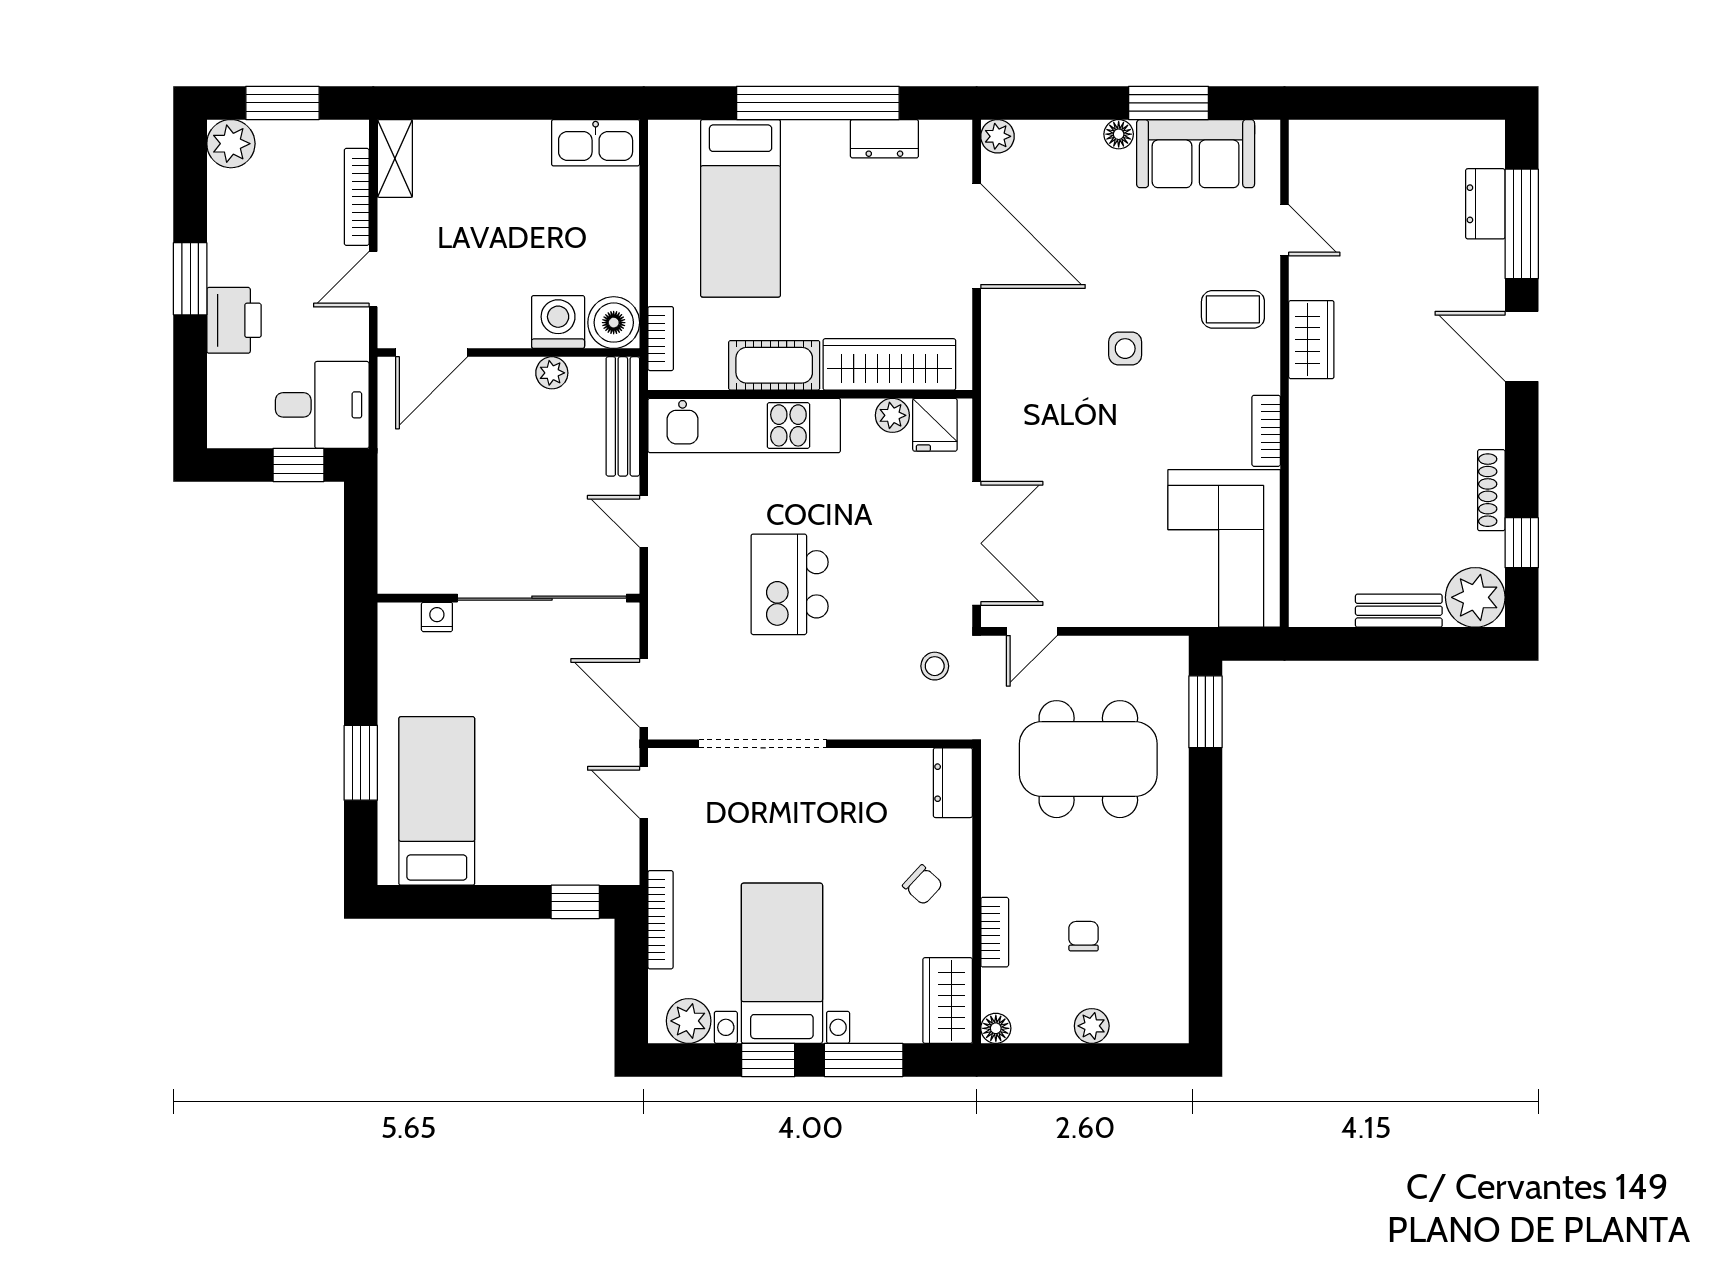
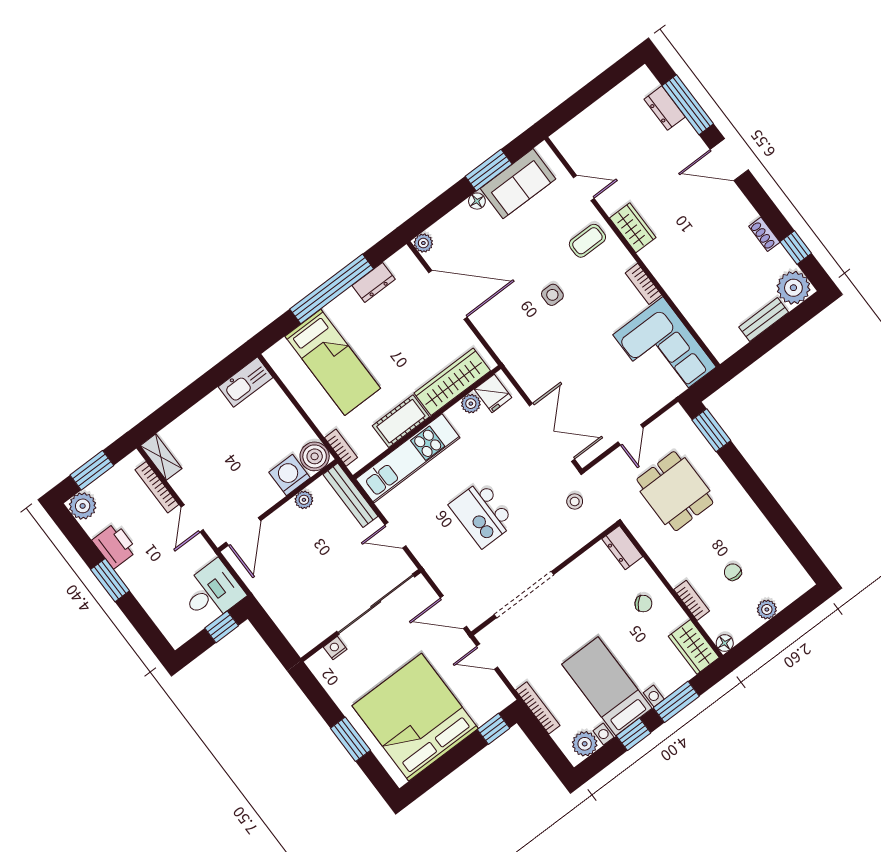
printer: (234, 320) -> (115, 546), moved
shoe rack: (1491, 490) -> (764, 234), width x0.70
door: (1032, 631) -> (630, 435), moved
dining table: (1088, 759) -> (675, 491), width x0.73
bed: (437, 801) -> (415, 717), width x2.04

